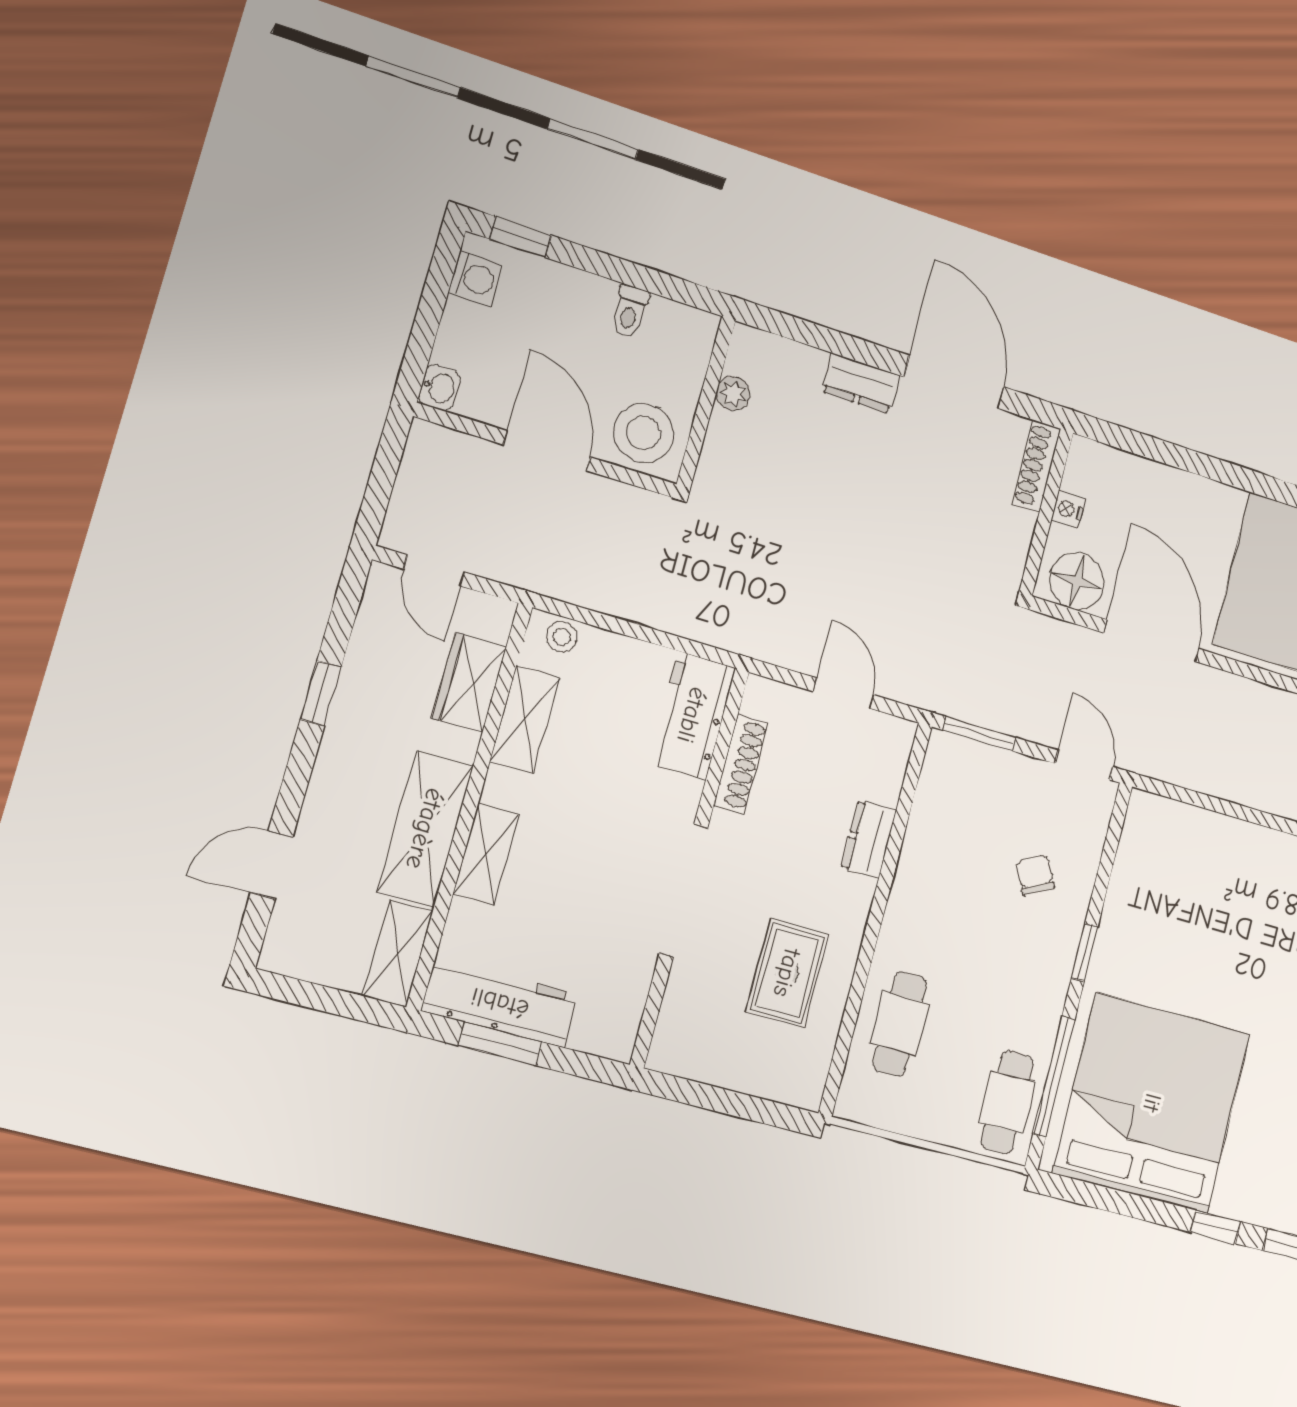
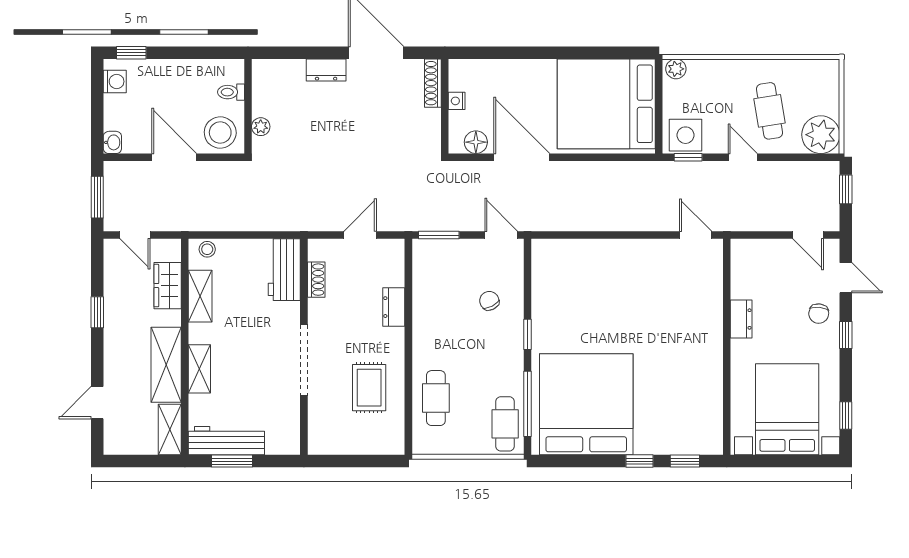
toilet: (630, 311) -> (231, 92), moved, turned 90
plant: (733, 393) -> (261, 127), moved
window: (382, 479) -> (97, 197), added
floor lamp: (1077, 581) -> (476, 142), width x0.73, depth x0.73
door: (843, 693) -> (360, 235), hinge flipped
shoe rack: (741, 764) -> (316, 280), width x0.70

